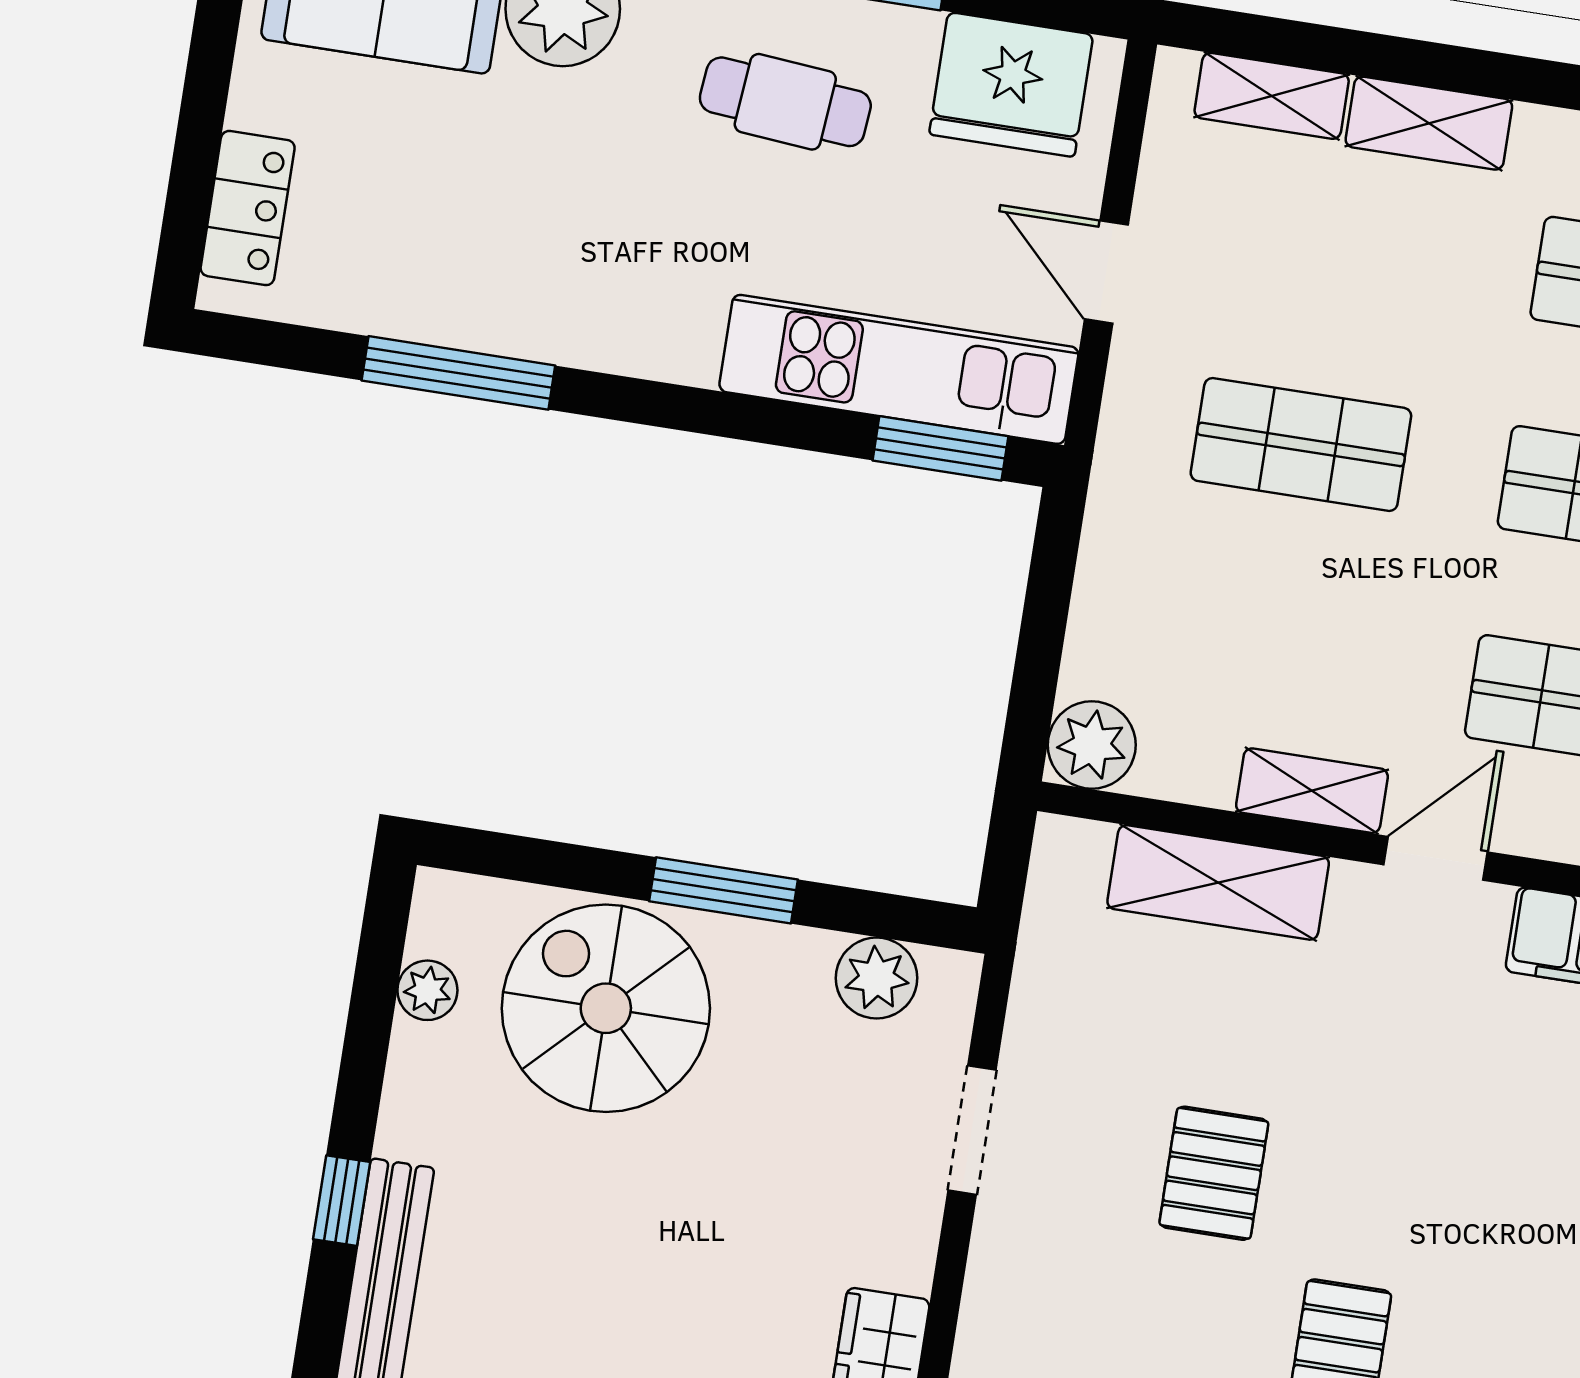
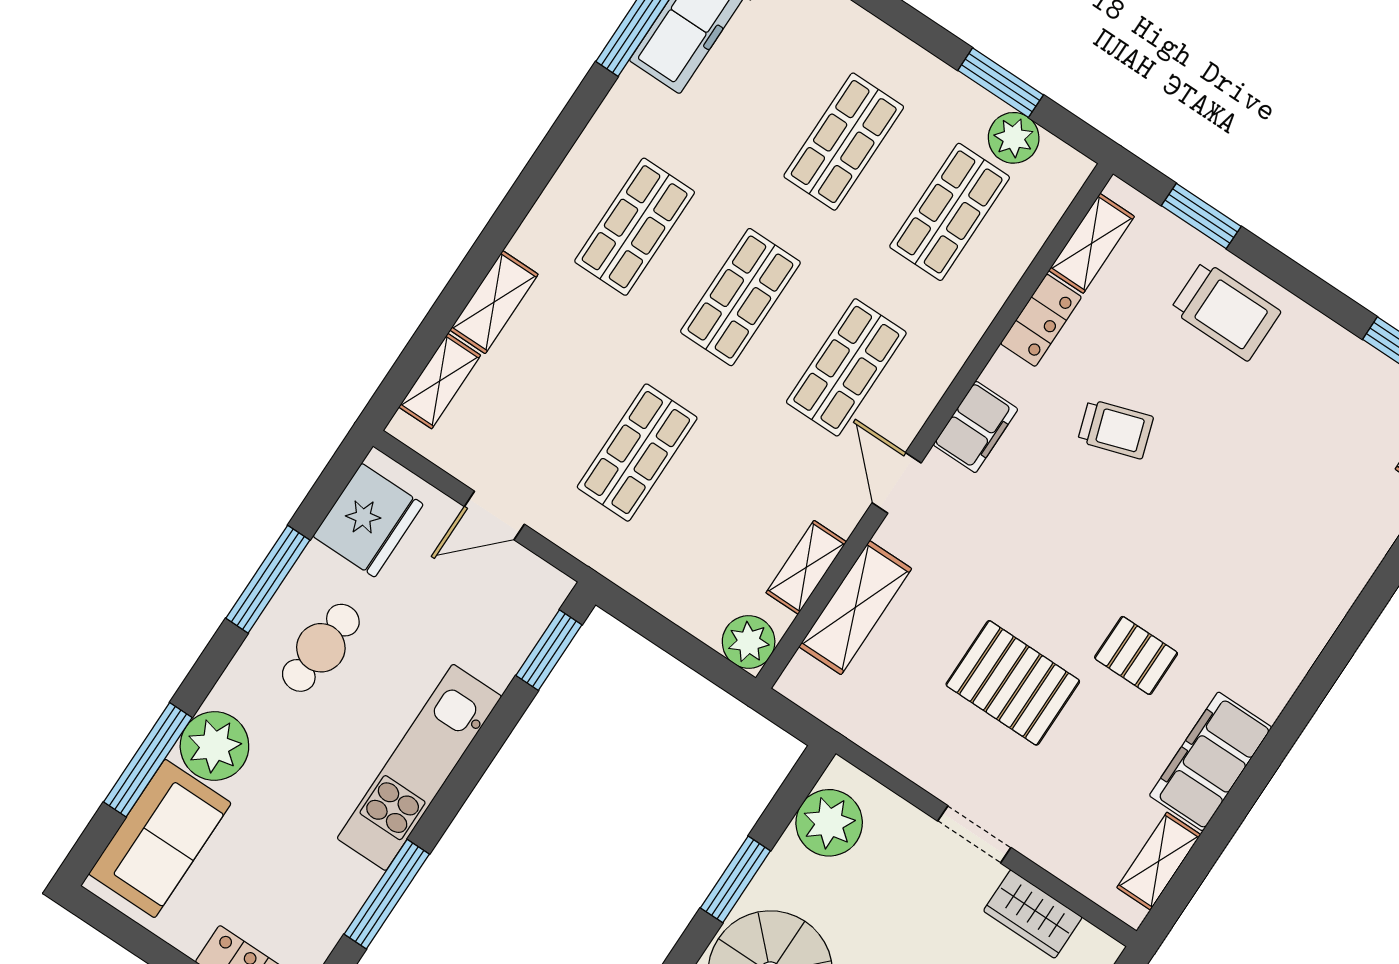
kitchen unit: (899, 369) -> (419, 767), moved
shelving: (1312, 791) -> (806, 567), moved
plant: (877, 978) -> (829, 823), width x1.36, depth x1.36
doorway: (972, 1130) -> (974, 834), moved
pallet: (1214, 1173) -> (1013, 683), width x1.50, depth x1.42

